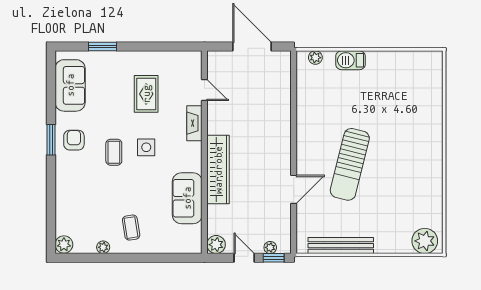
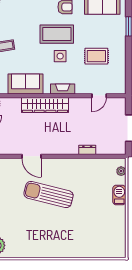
dresser: (284, 107) -> (87, 150), added
fireplace: (194, 123) -> (63, 89), moved
coffee table: (114, 152) -> (57, 34), width x1.86, depth x1.72

